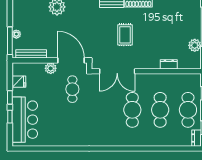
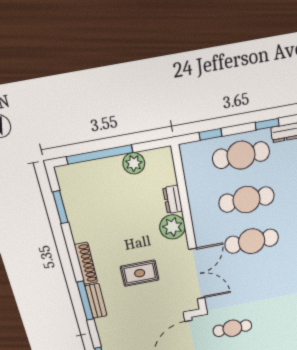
plant: (152, 61) -> (172, 227), added

